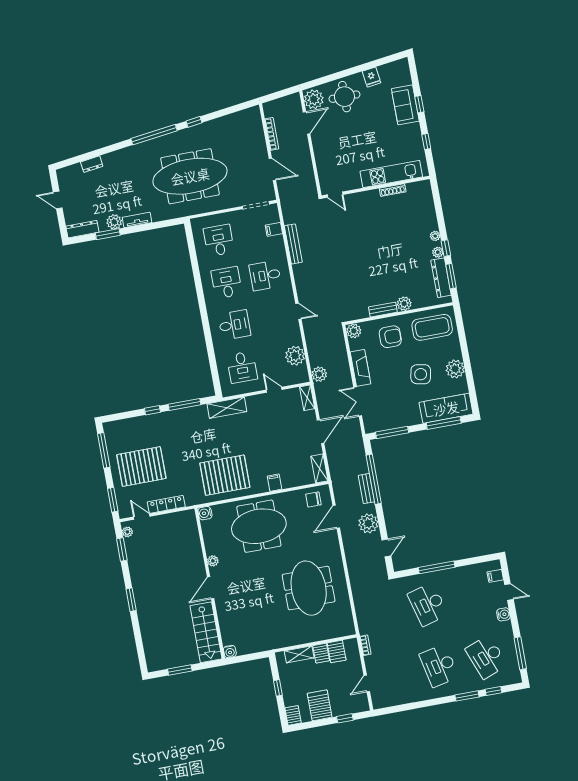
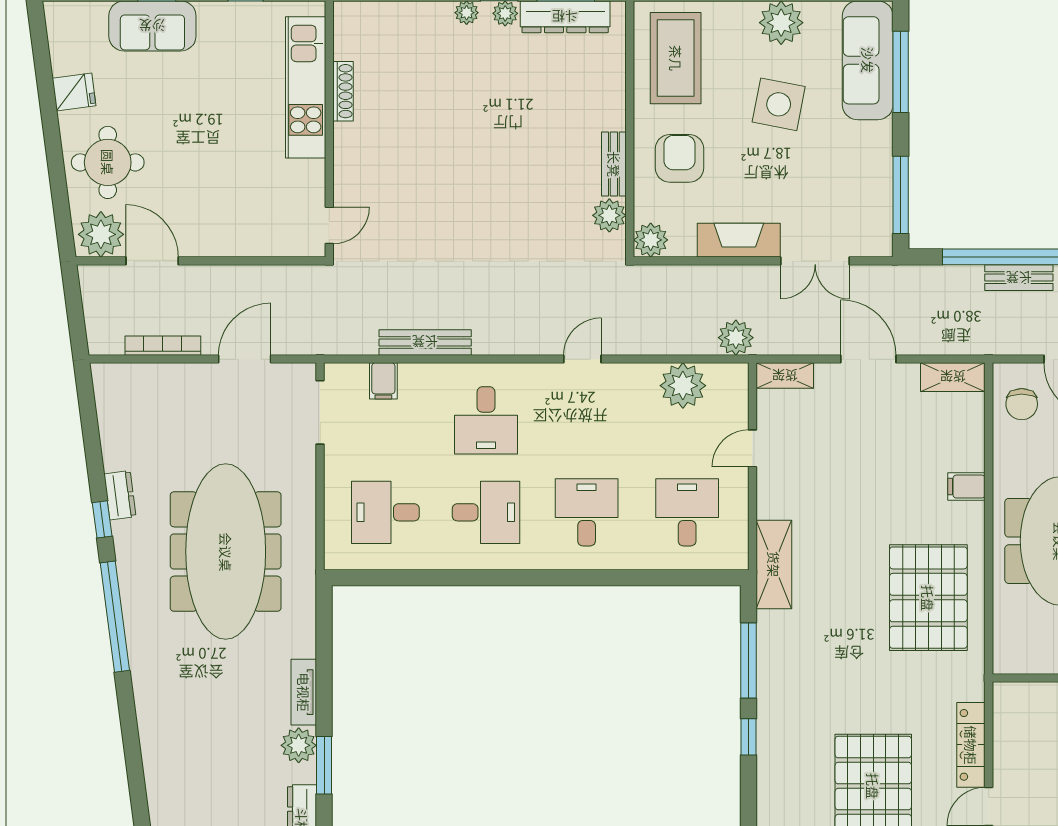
dresser: (92, 164) -> (120, 495), moved
desk: (227, 283) -> (486, 512), turned 180
plant: (404, 304) -> (609, 215), moved
desk: (242, 367) -> (687, 512), turned -90
water cooler: (205, 513) -> (1007, 659), removed

